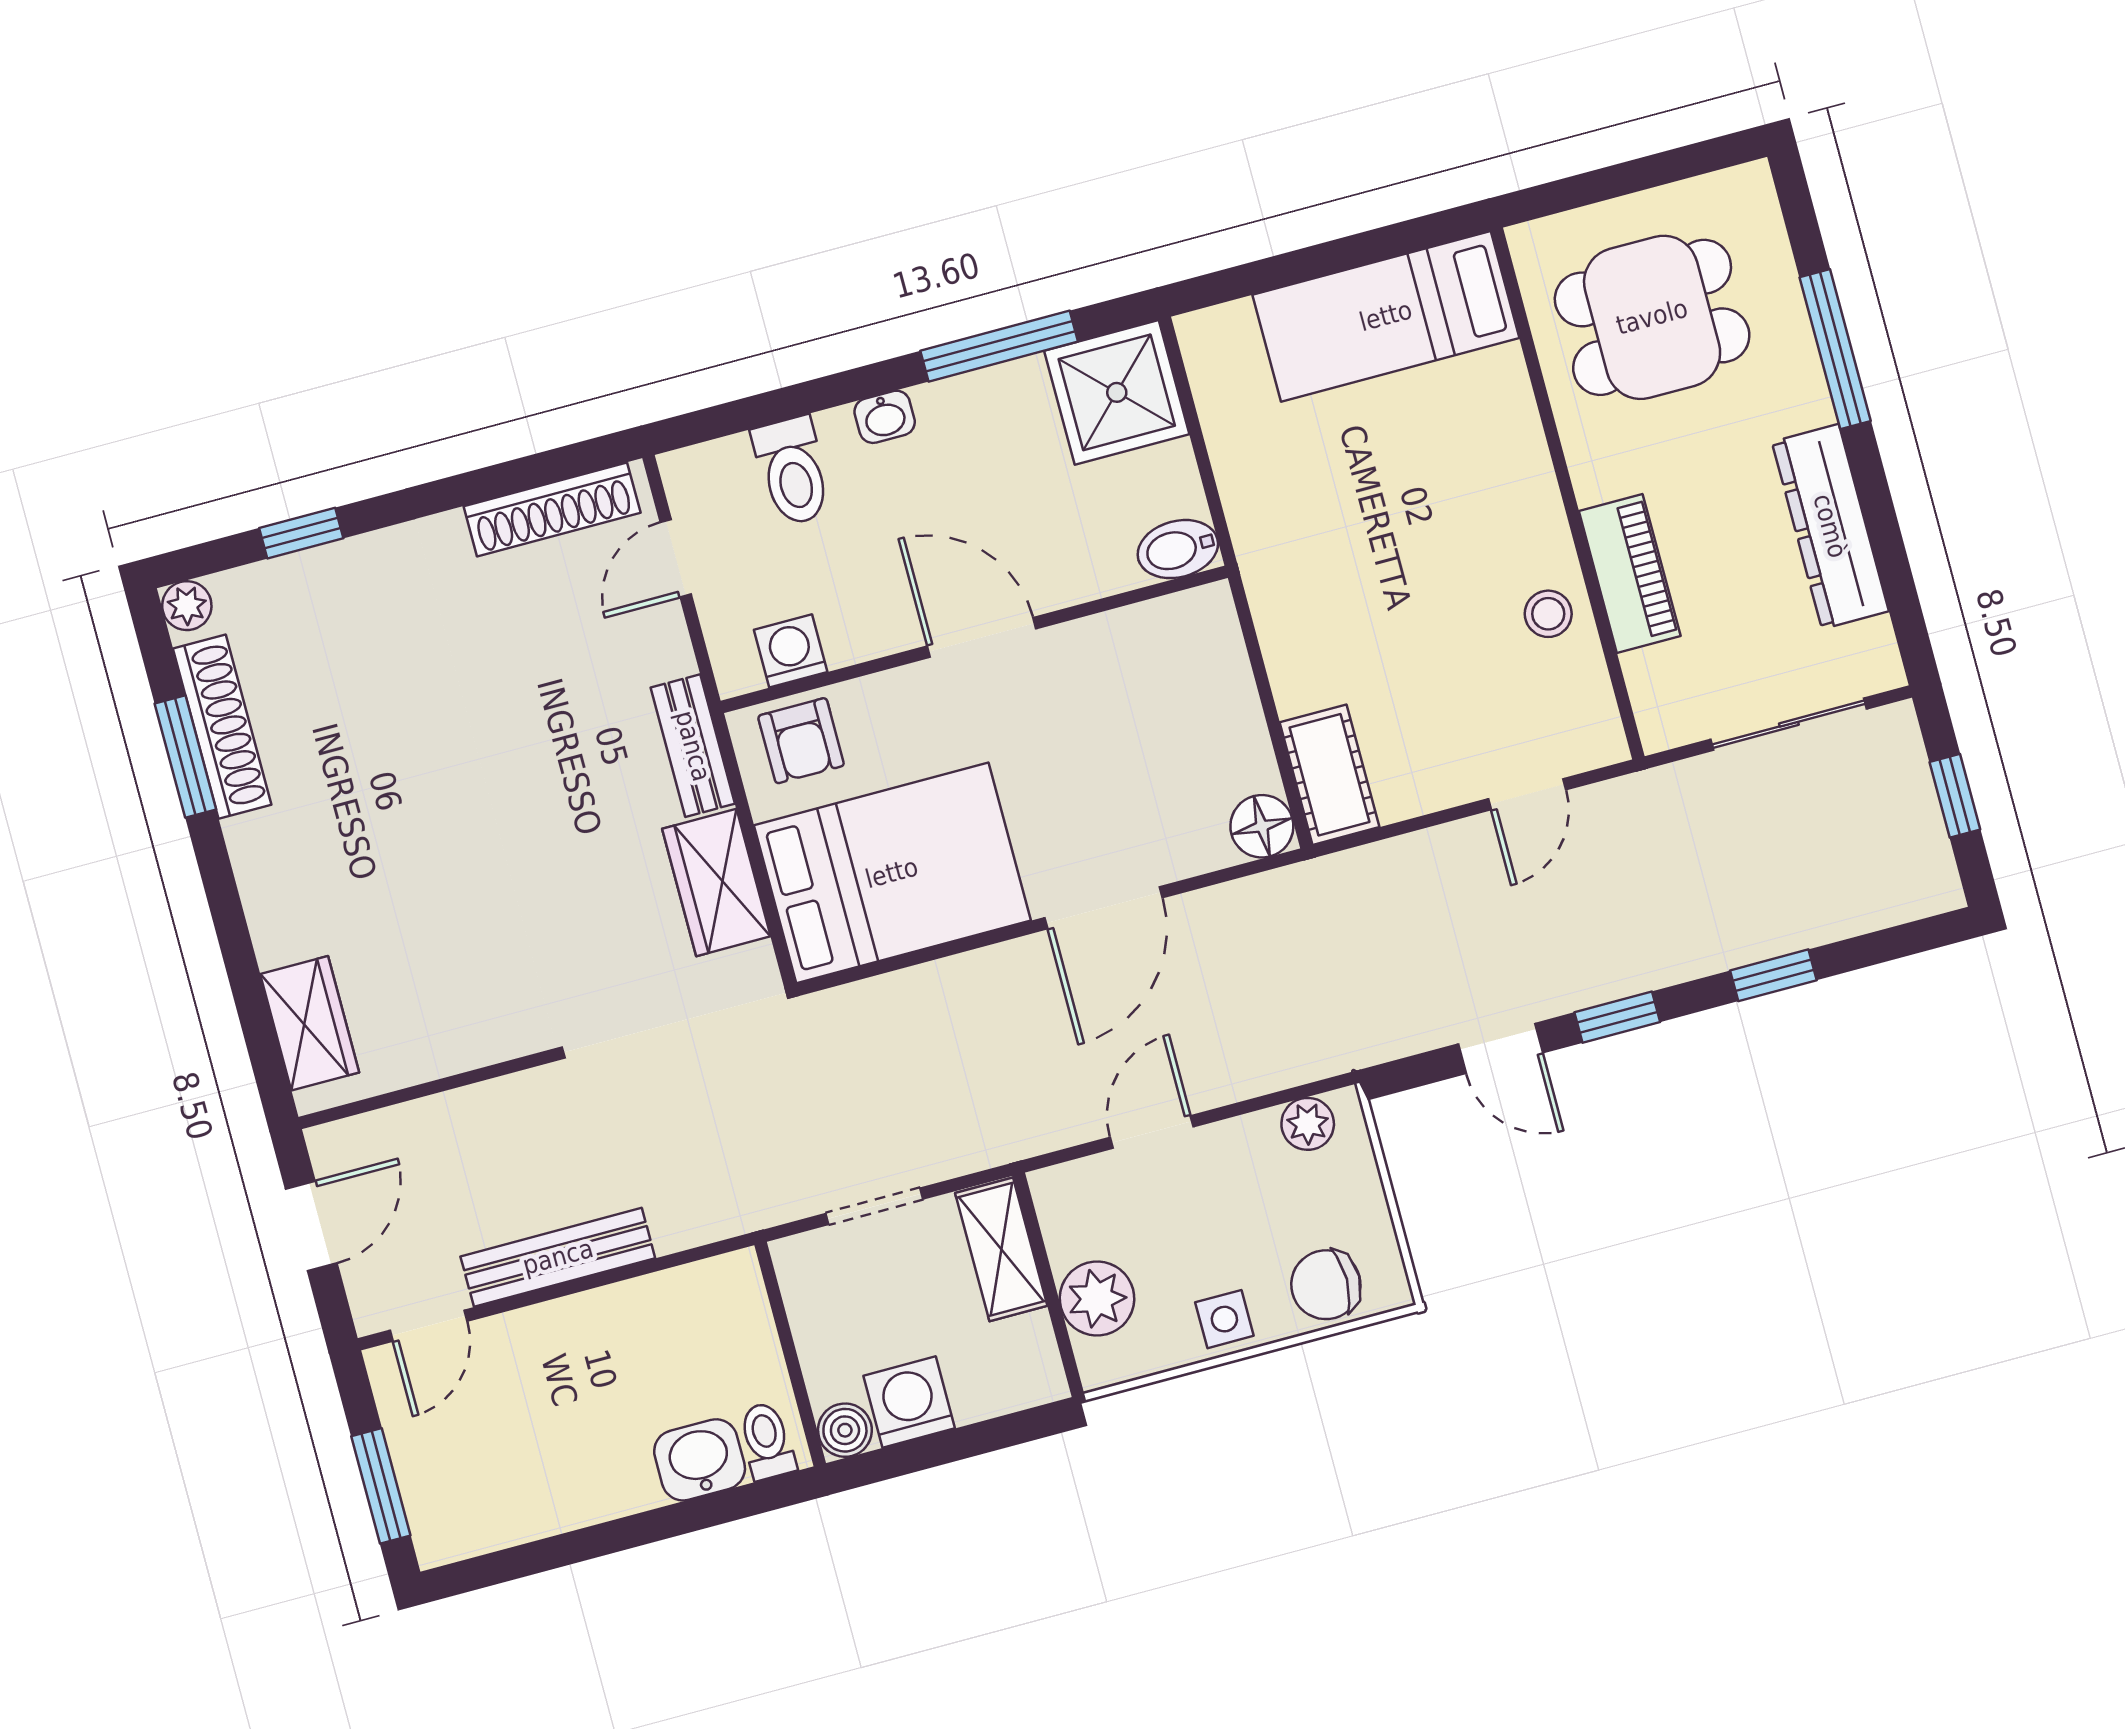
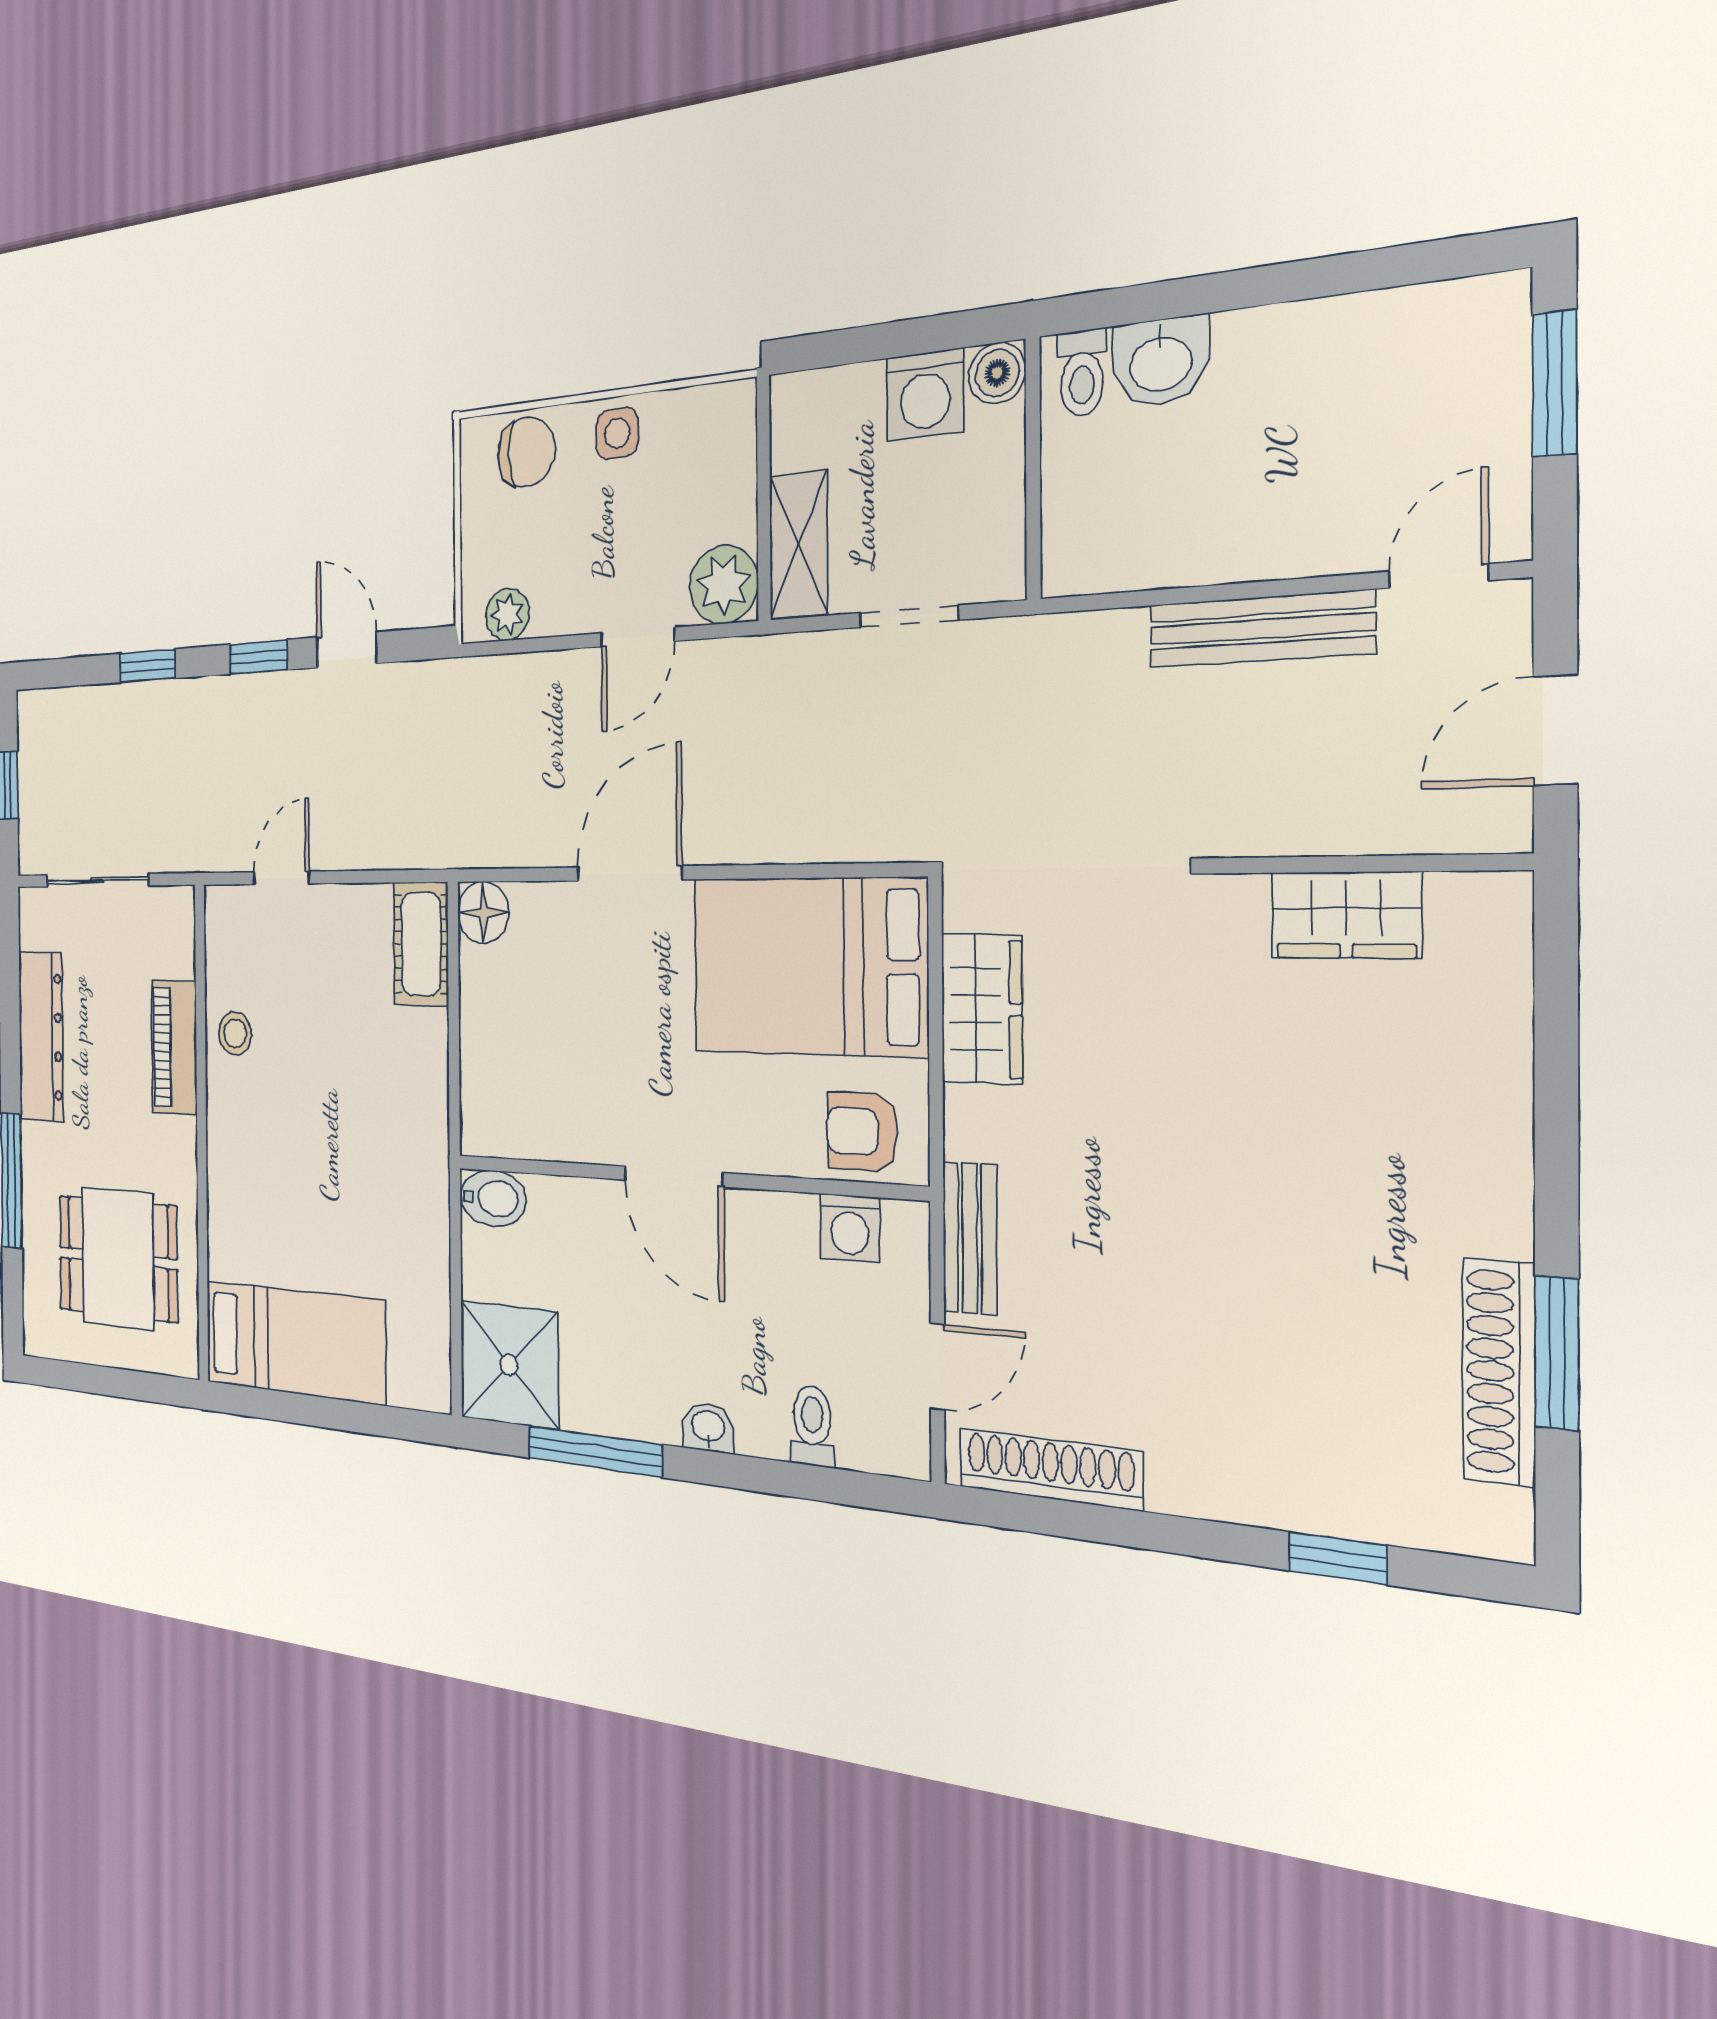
toilet: (792, 471) -> (812, 1426), width x0.73, depth x0.72
plant: (187, 606) -> (1503, 1531), removed
armchair: (801, 741) -> (862, 1132), turned -90
bench: (693, 746) -> (970, 1238), moved
wardrobe: (310, 1023) -> (1346, 915), moved, turned -90
plant: (1097, 1299) -> (724, 584), moved

